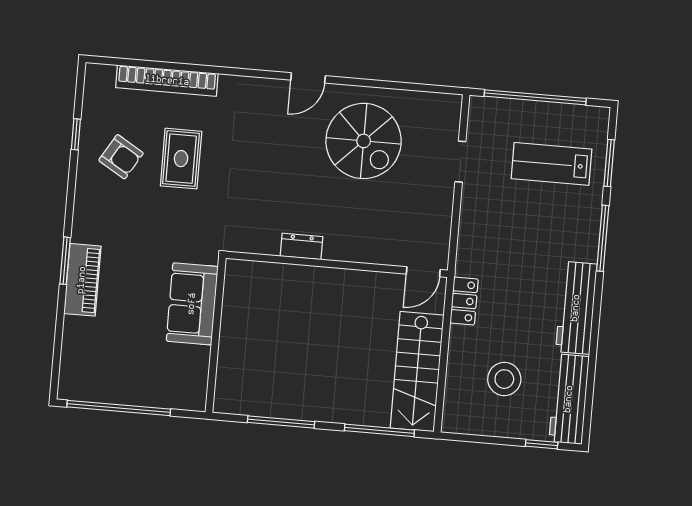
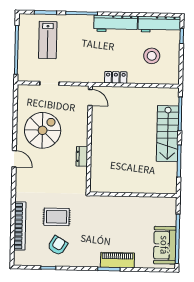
dresser: (301, 246) -> (82, 156), moved
wall: (337, 264) -> (89, 139), moved
door: (423, 272) -> (90, 98), moved
sofa: (192, 304) -> (165, 245), moved, turned 90
stairs: (417, 372) -> (168, 134), moved, turned 90

